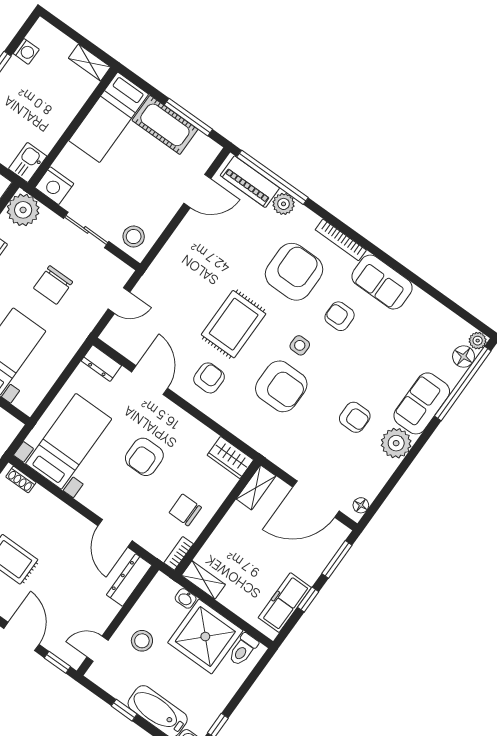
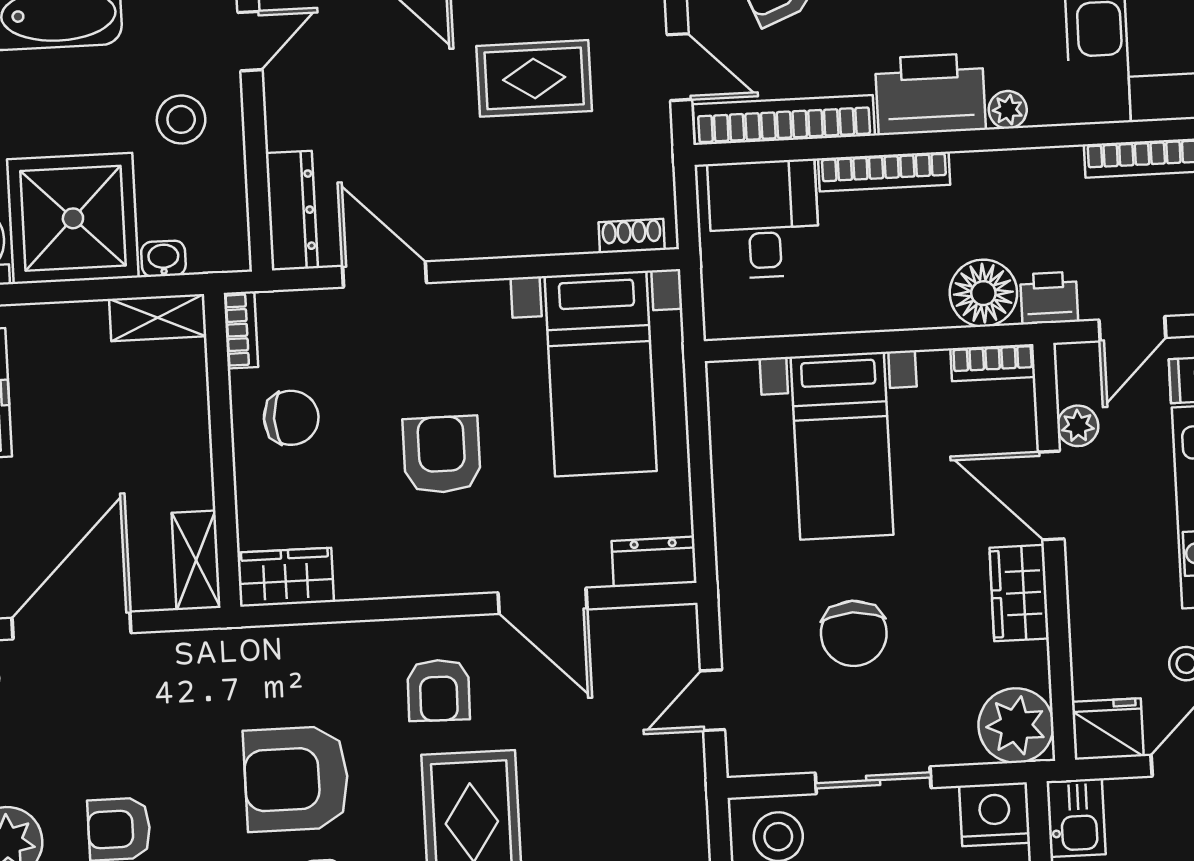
chair: (53, 285) -> (854, 633), turned 180

